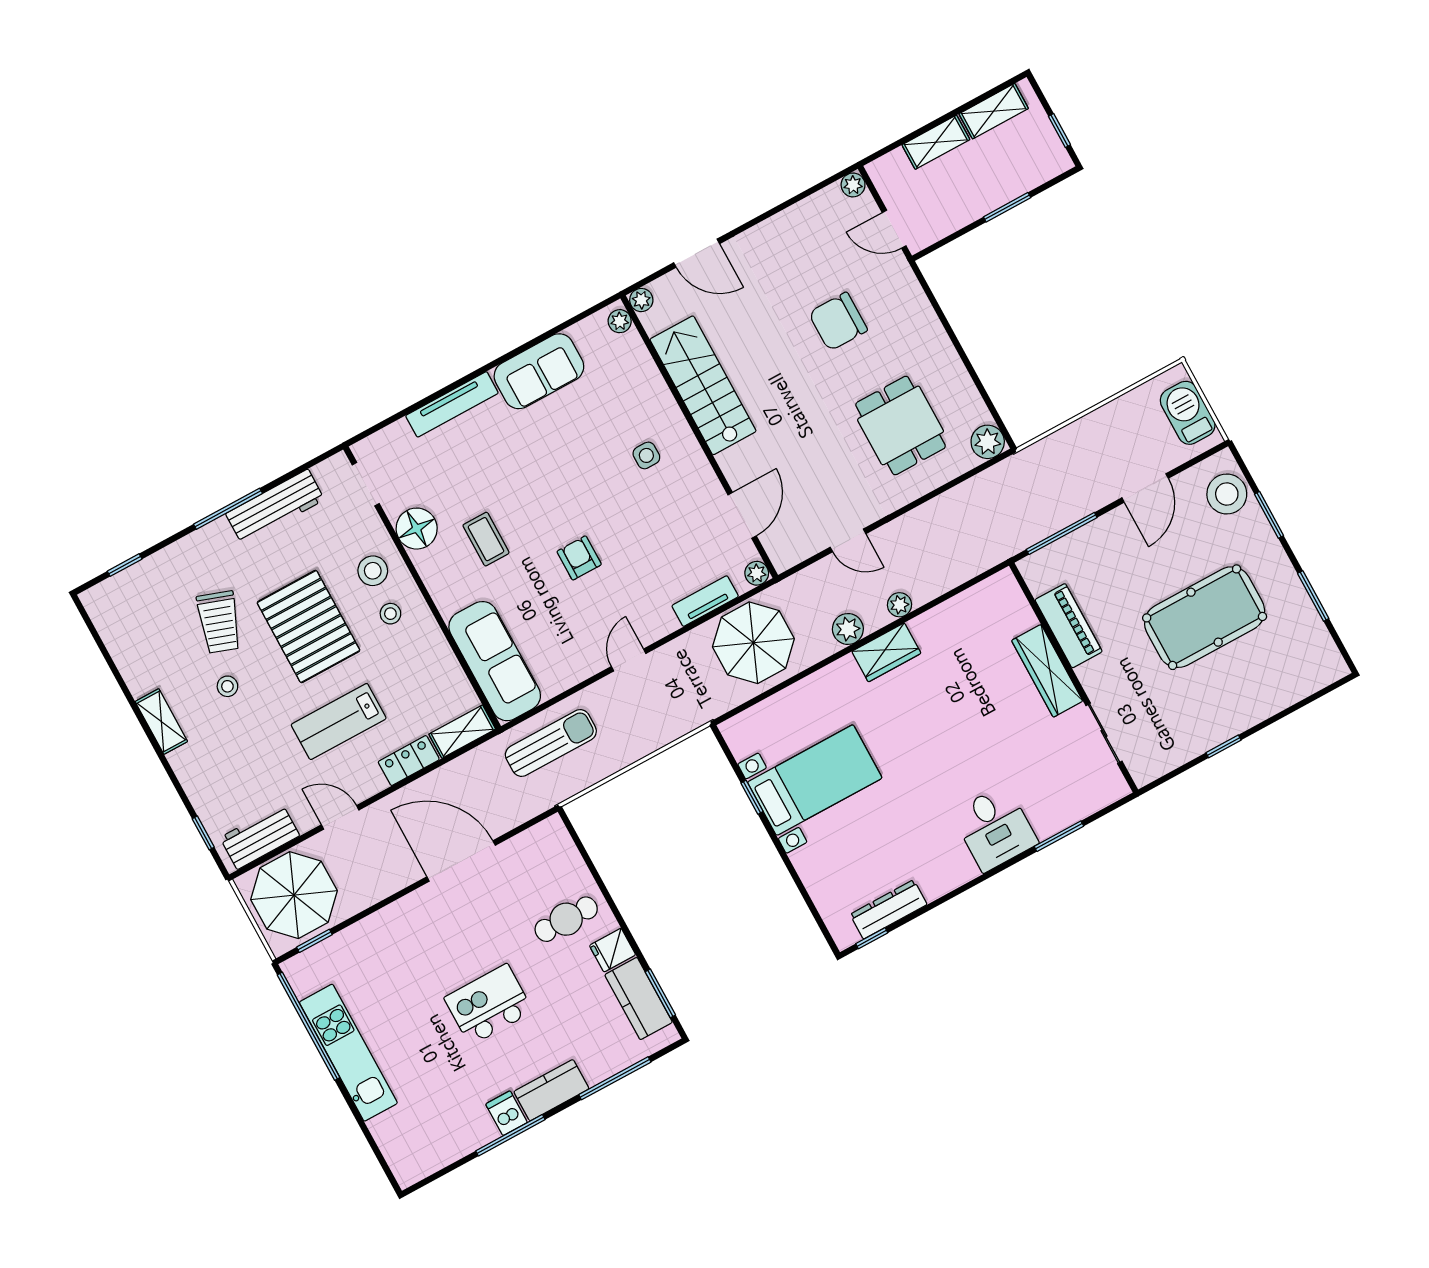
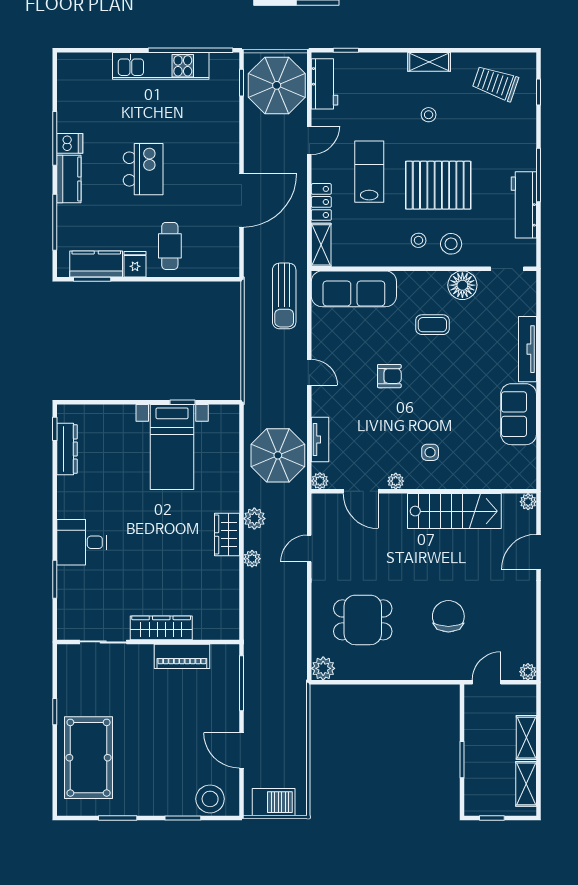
plant: (620, 321) -> (396, 481), moved
pool table: (1205, 617) -> (89, 758), moved
trolley: (219, 622) -> (495, 83), moved

